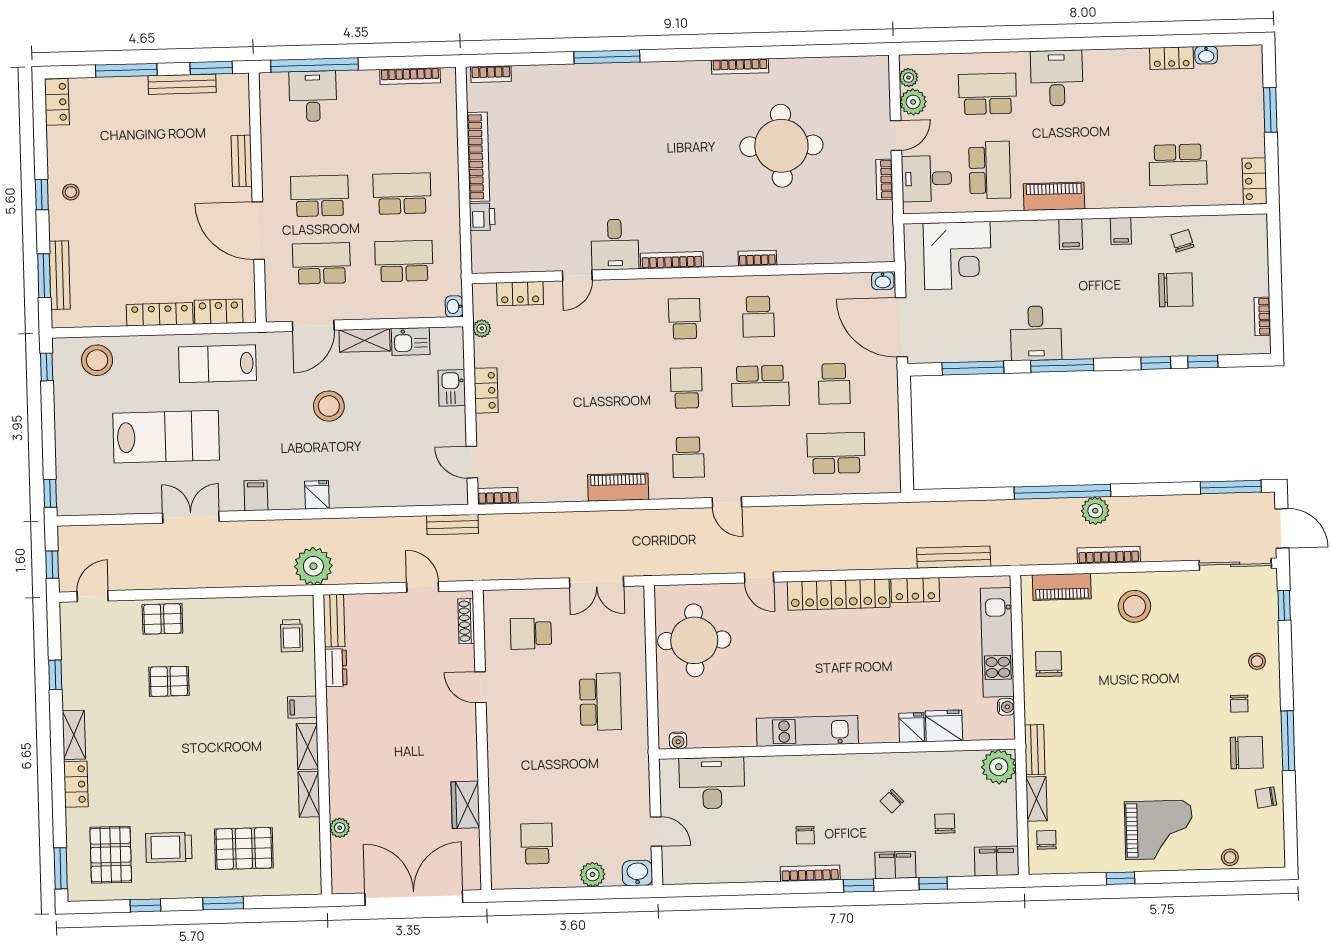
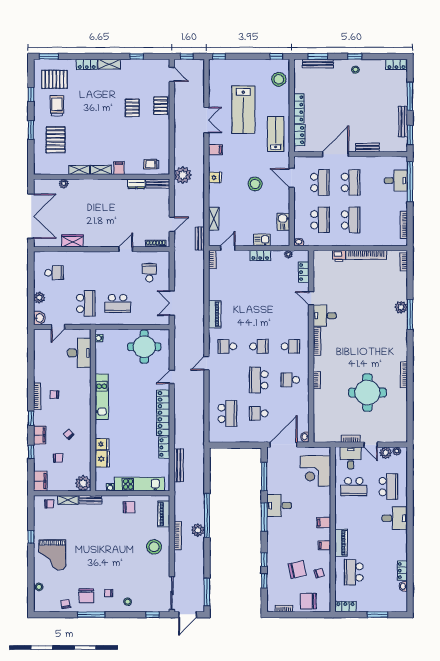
plant: (592, 77) -> (401, 307), added
piano: (1054, 196) -> (341, 543), moved
chair: (1245, 263) -> (308, 601), added
chair: (1176, 290) -> (297, 570), turned -102
shelving: (365, 340) -> (214, 219), moved
school desk: (602, 772) -> (86, 303), added

